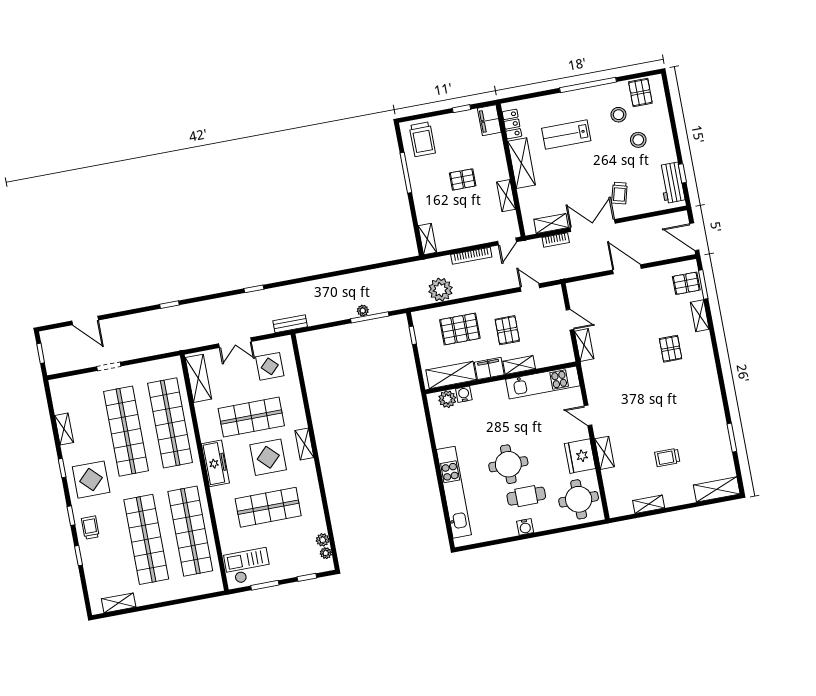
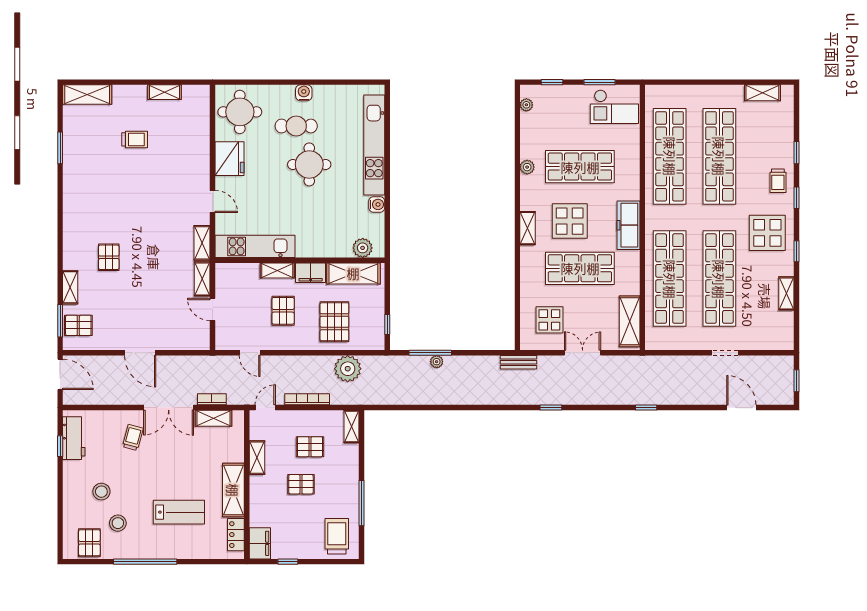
pallet: (461, 214) -> (310, 447), added
pallet: (460, 329) -> (334, 322), turned 90
water cooler: (464, 394) -> (377, 204), moved, turned -90
shelving: (604, 453) -> (202, 243), moved
plant: (323, 540) -> (527, 167), moved

